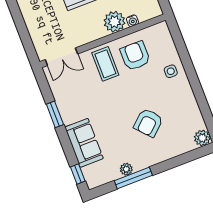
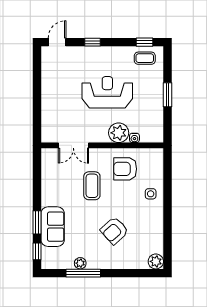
armchair: (135, 56) -> (125, 169), turned -90
double door: (61, 57) -> (73, 145), moved
coffee table: (105, 64) -> (92, 186), moved
window: (55, 114) -> (37, 222), moved

